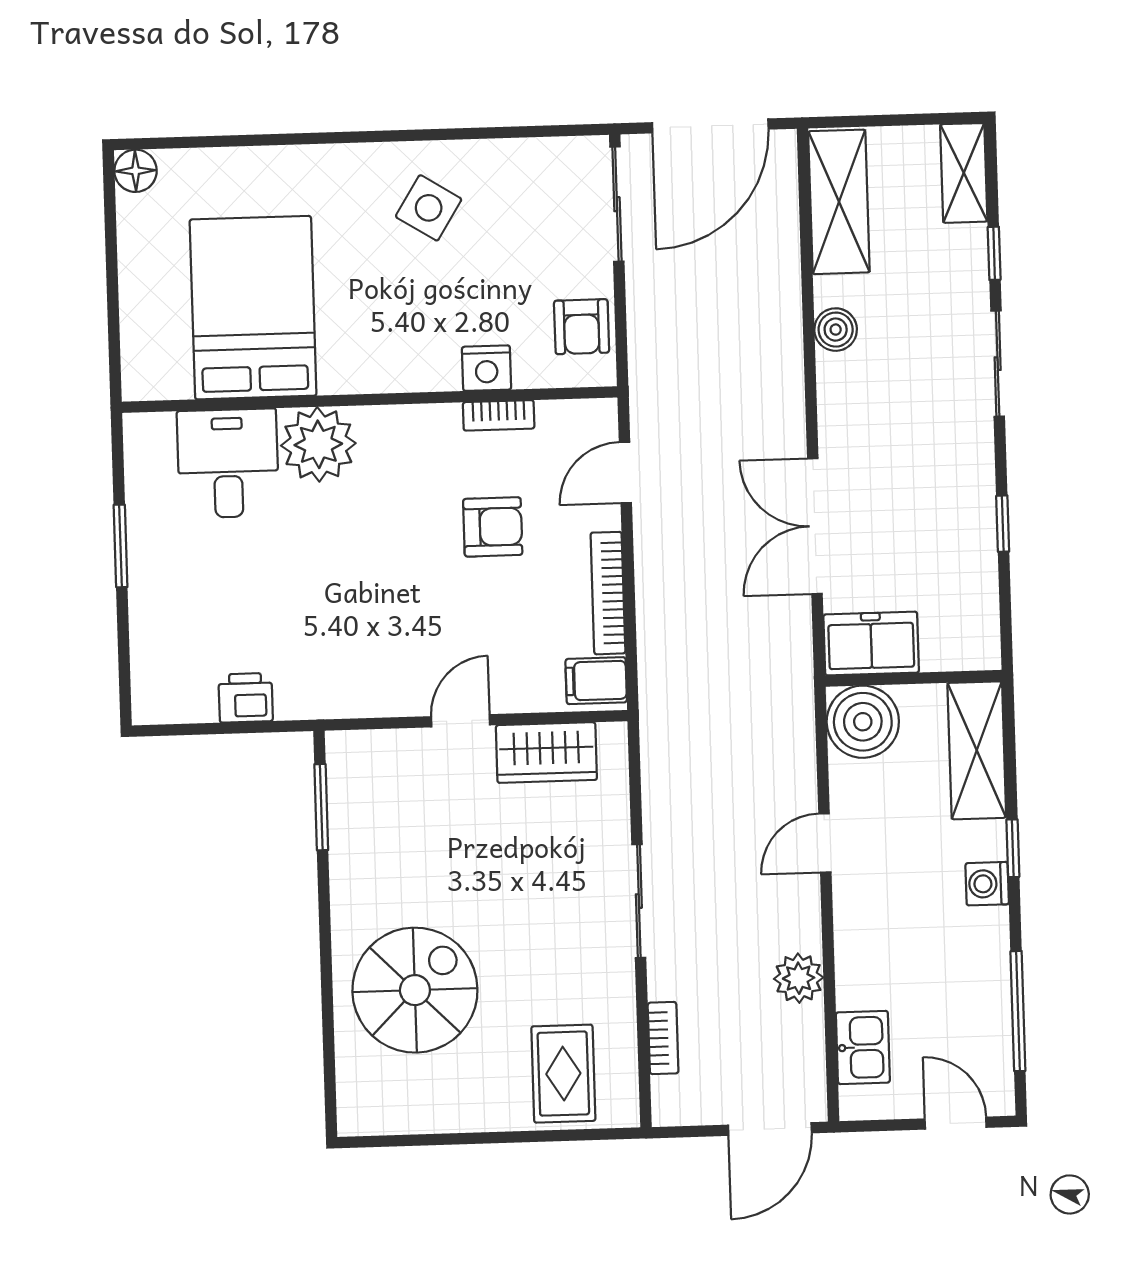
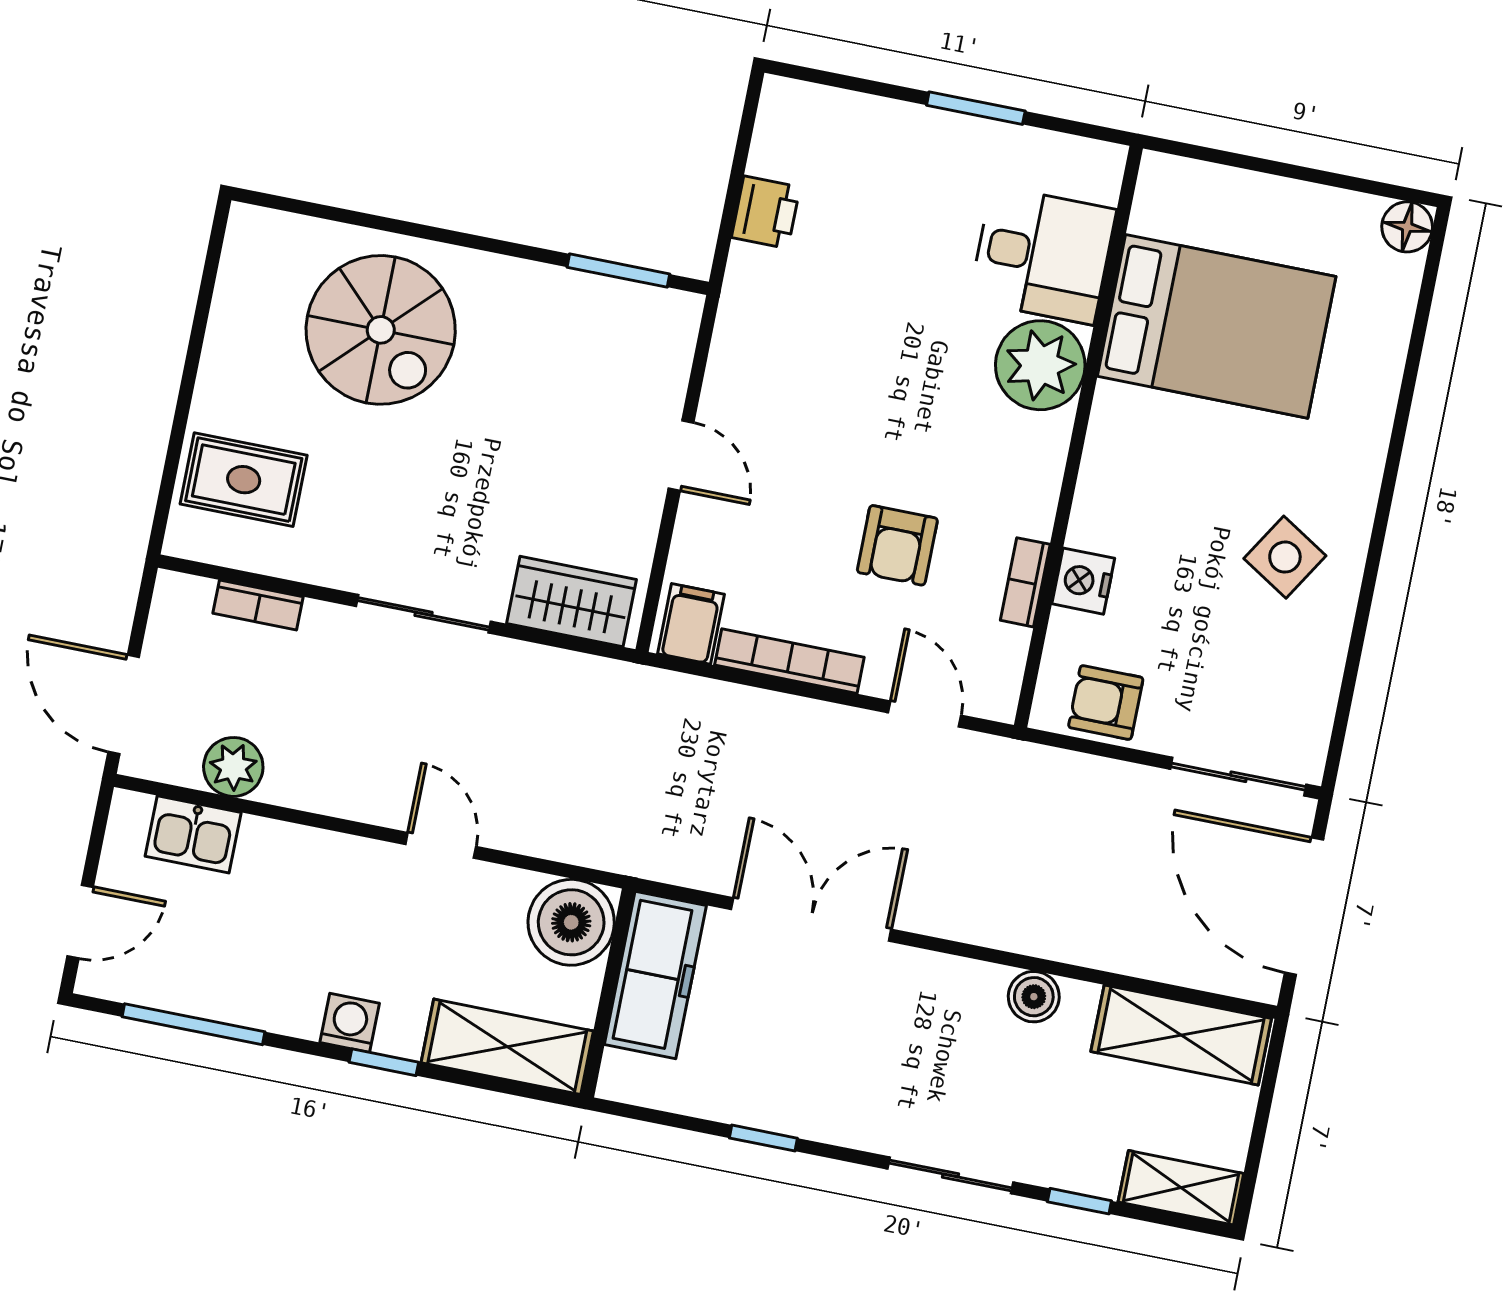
freezer: (871, 644) -> (655, 975), width x1.40
wardrobe: (546, 753) -> (572, 601), moved, turned 90
plant: (799, 978) -> (233, 767), moved

